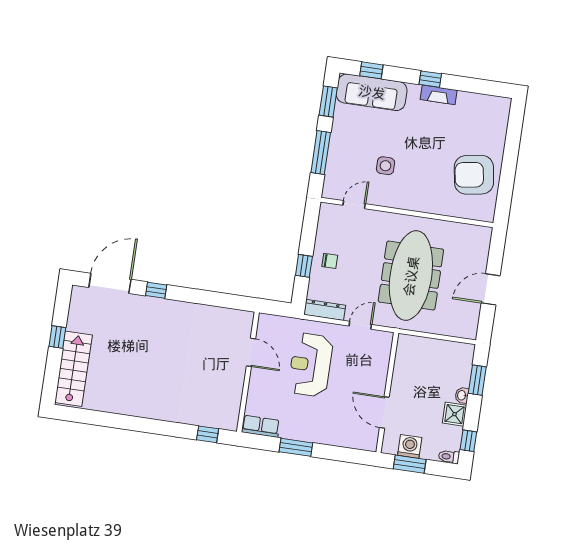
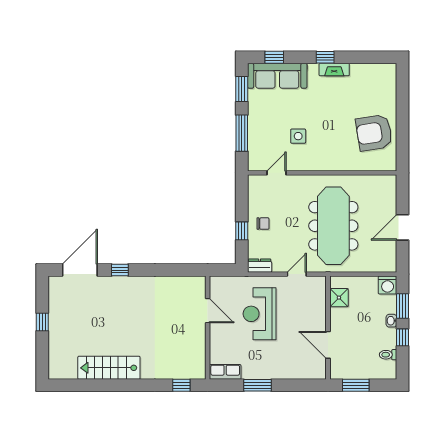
dresser: (325, 310) -> (260, 266), width x0.70
stairs: (73, 369) -> (109, 368), moved, turned -90
shower: (454, 414) -> (339, 298), moved
window: (468, 441) -> (403, 337), moved
washing machine: (410, 446) -> (388, 285), moved, turned 180
toilet: (449, 457) -> (388, 355), moved

